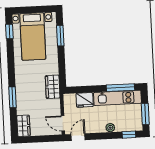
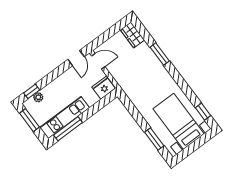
wardrobe: (53, 87) -> (130, 88), removed
fridge: (85, 100) -> (104, 88), moved
plant: (110, 128) -> (38, 97), moved

